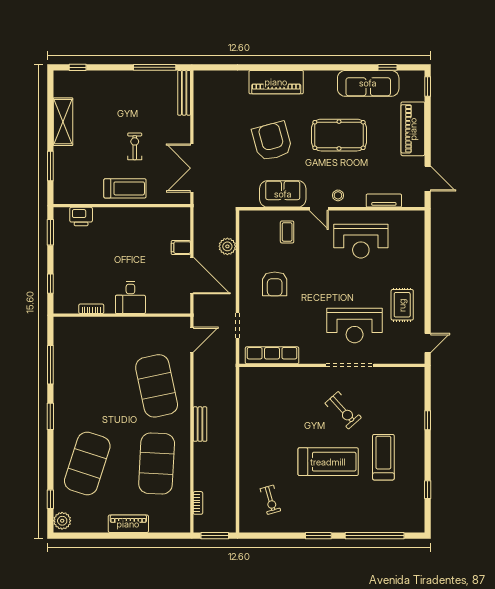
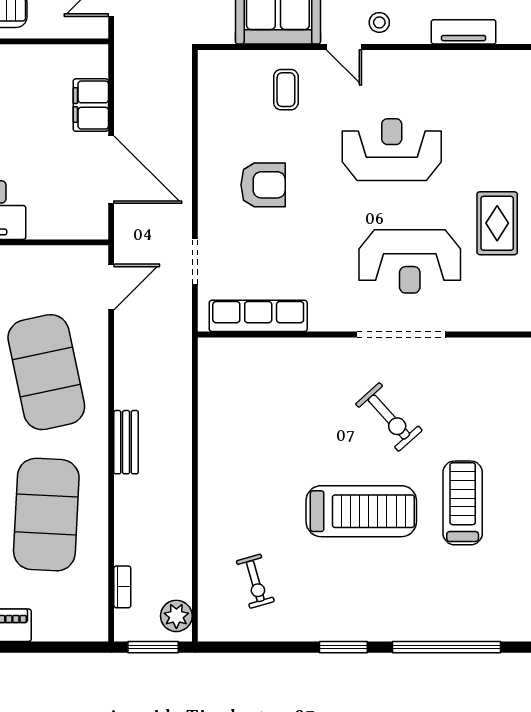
reception desk: (361, 241) -> (392, 150), moved, turned 180
plant: (227, 246) -> (176, 616), moved
filing cabinet: (181, 248) -> (91, 105), width x2.00
armchair: (275, 284) -> (263, 185), turned -90

